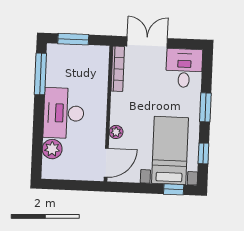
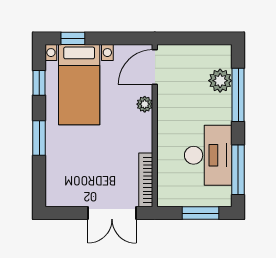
desk: (184, 68) -> (66, 184), removed
desk: (64, 113) -> (208, 155), moved
window: (38, 136) -> (238, 95), added

